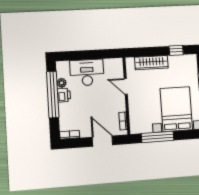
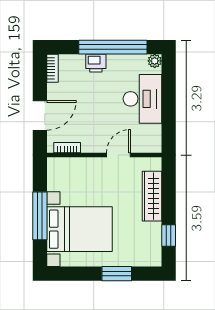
plant: (62, 83) -> (155, 61), moved
printer: (64, 95) -> (96, 63), moved
window: (158, 137) -> (40, 216), moved

